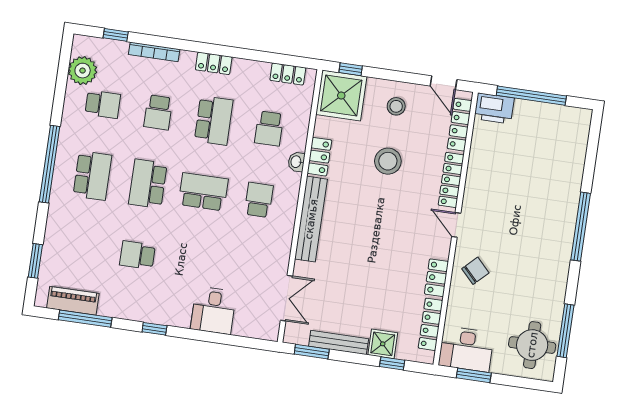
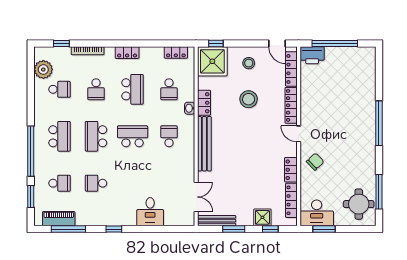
window: (49, 164) -> (31, 151), moved
school desk: (82, 247) -> (60, 183), added
bench: (339, 343) -> (217, 221), moved
window: (312, 352) -> (234, 229), moved

